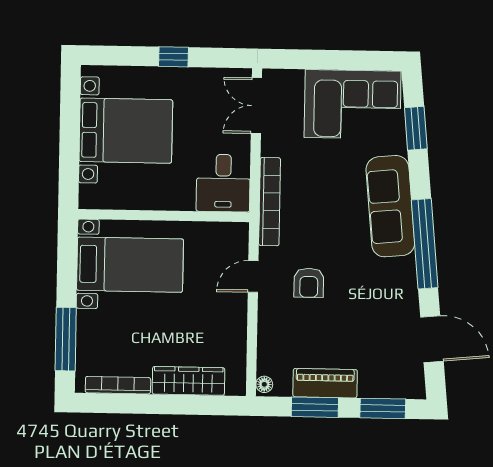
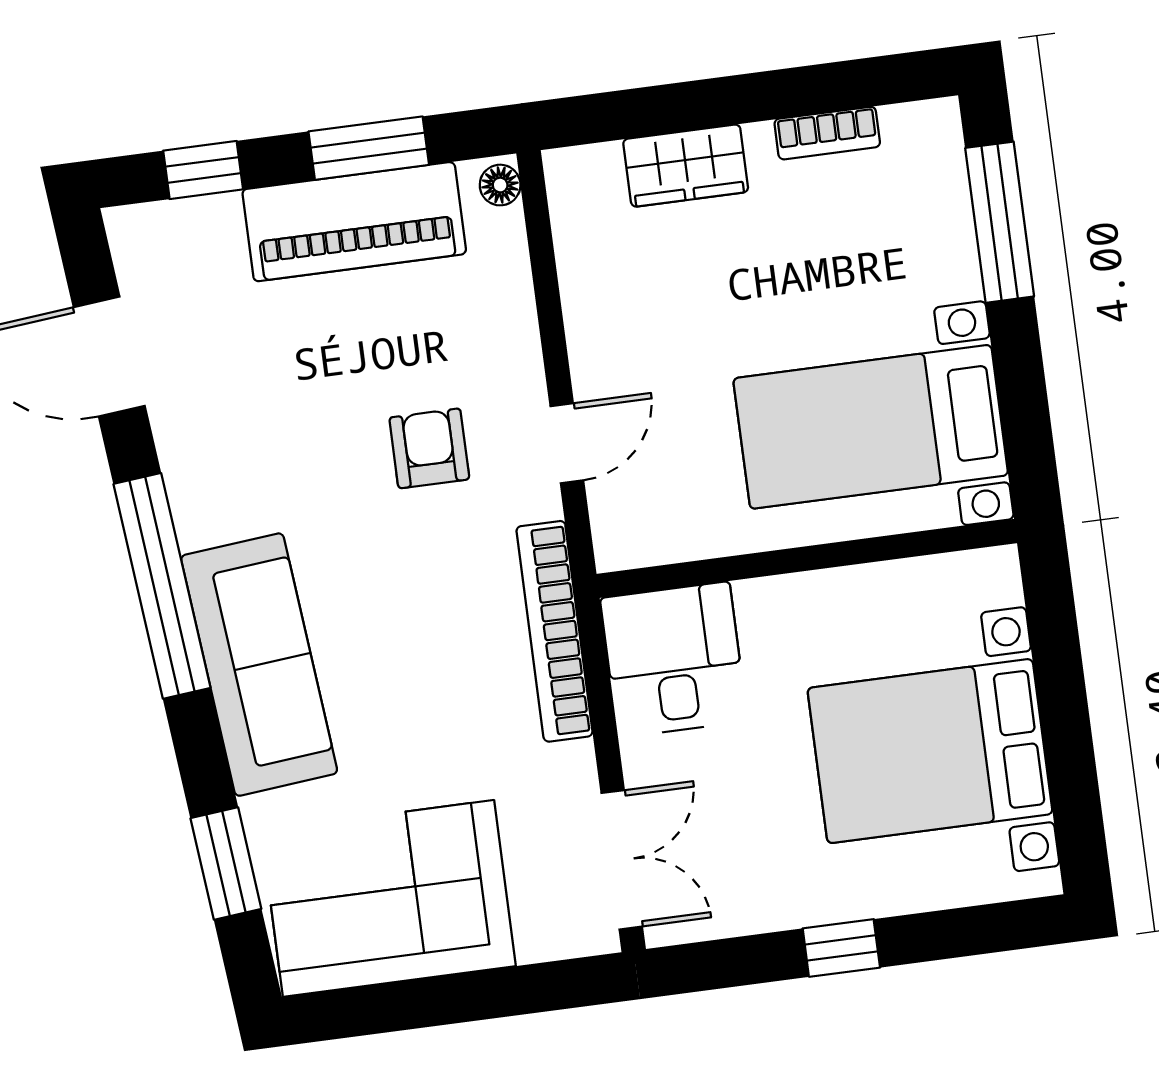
wardrobe: (188, 381) -> (686, 166), width x0.67
piano: (325, 383) -> (354, 222), width x1.37, depth x1.33
bookcase: (118, 385) -> (827, 133), width x0.64
window: (383, 408) -> (203, 170), width x0.67

